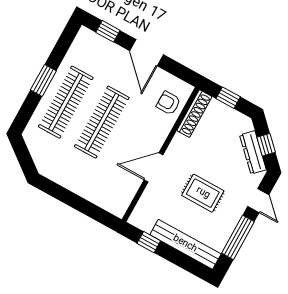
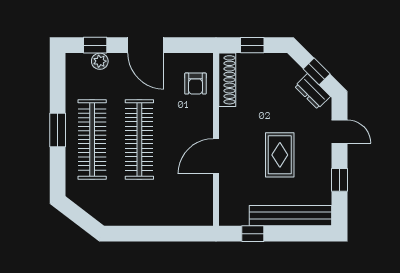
plant: (105, 46) -> (100, 61), added
armchair: (168, 103) -> (195, 84), turned -90
dresser: (253, 152) -> (312, 91), width x0.70
rug: (203, 193) -> (280, 155), turned 90
window: (238, 237) -> (339, 180), width x0.46

